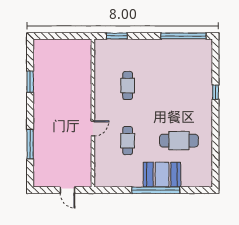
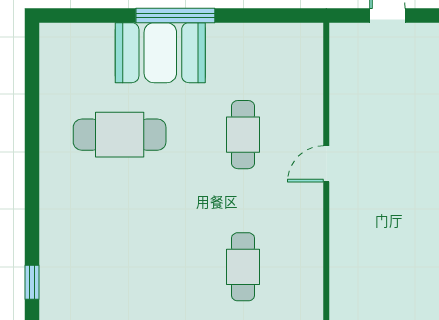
window: (215, 92) -> (32, 282), moved
window: (156, 190) -> (175, 15), width x0.68

